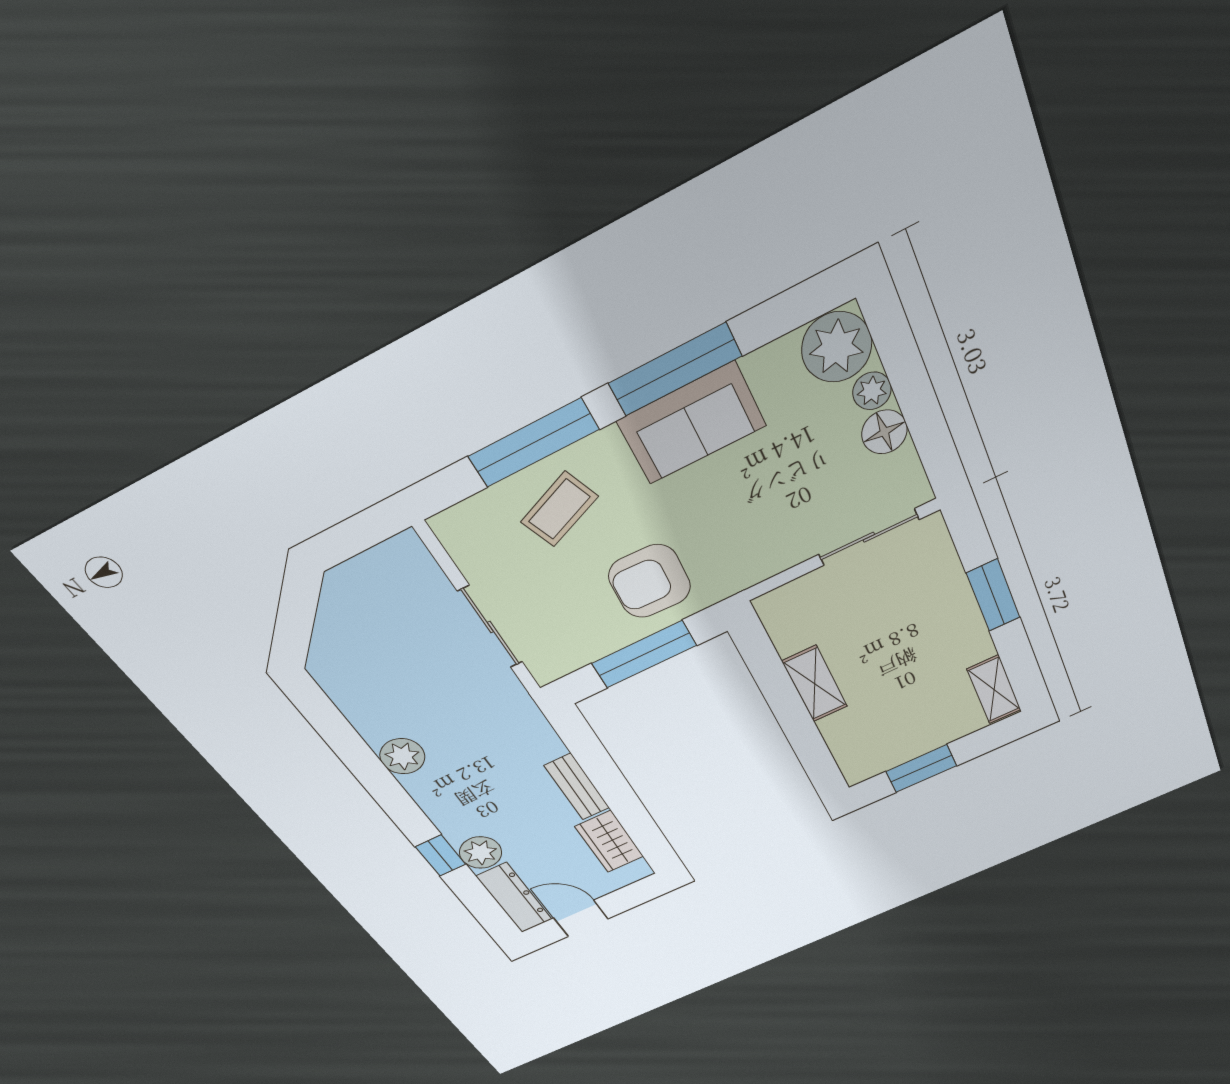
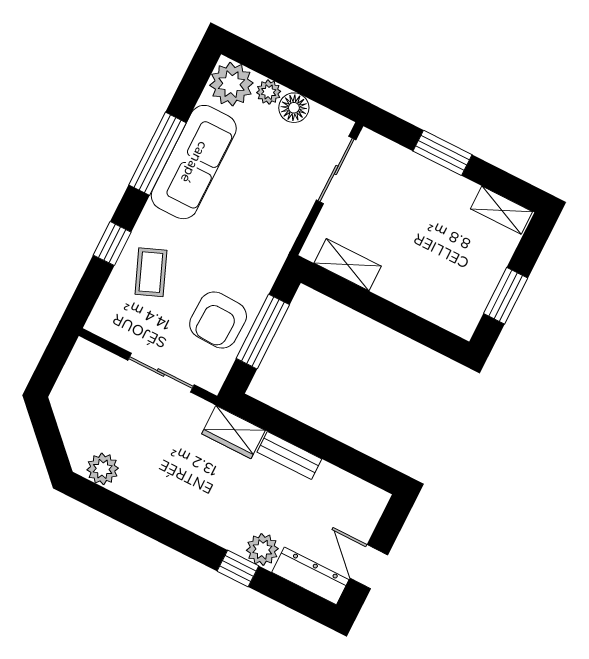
sofa: (692, 423) -> (194, 162), width x1.36
window: (534, 443) -> (112, 244), width x0.46
armchair: (650, 581) -> (218, 320), moved
shelving: (815, 684) -> (348, 265), moved
plant: (402, 756) -> (103, 469), moved
wardrobe: (609, 842) -> (233, 432), moved
door: (581, 918) -> (369, 567), hinge flipped

